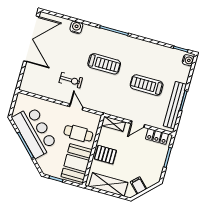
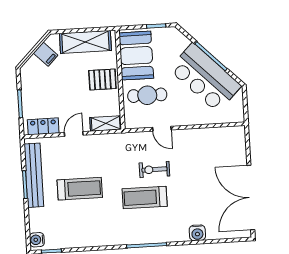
exercise bike: (71, 80) -> (154, 169), moved

